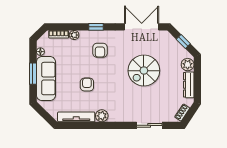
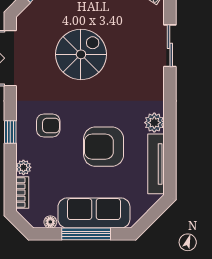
spiral stairs: (144, 71) -> (81, 54), turned -90
window: (33, 74) -> (86, 234), width x1.44
armchair: (87, 84) -> (104, 147), width x1.88, depth x1.88

